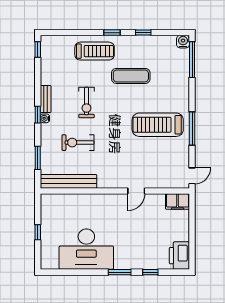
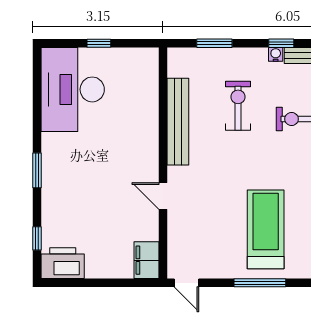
bench: (69, 181) -> (178, 122), moved
desk: (86, 249) -> (73, 89), moved
window: (150, 272) -> (37, 238), moved

